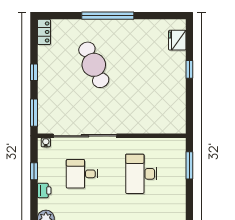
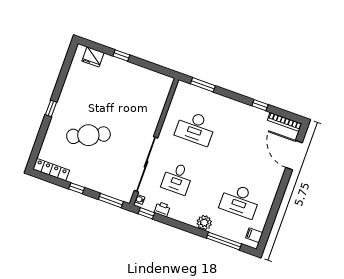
window: (108, 16) -> (51, 108), width x0.32
locker: (44, 32) -> (51, 170), width x1.53
window: (34, 171) -> (146, 213), moved
printer: (44, 190) -> (162, 209), moved

